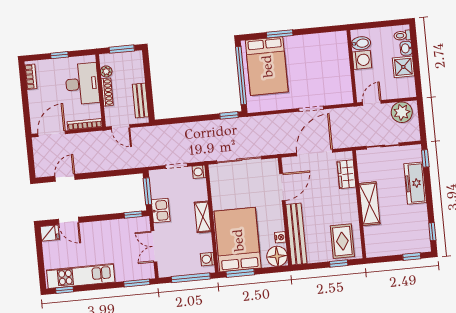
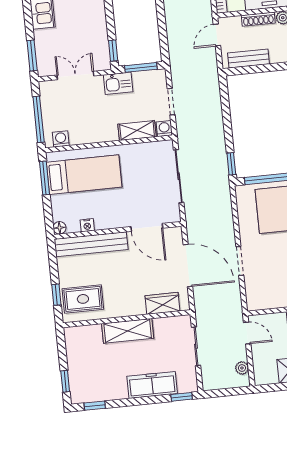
plant: (402, 112) -> (242, 368), width x0.53, depth x0.53
shelving: (203, 217) -> (137, 131), moved
bed: (238, 240) -> (84, 175), width x0.67
floor lamp: (277, 256) -> (59, 228), width x0.53, depth x0.53

